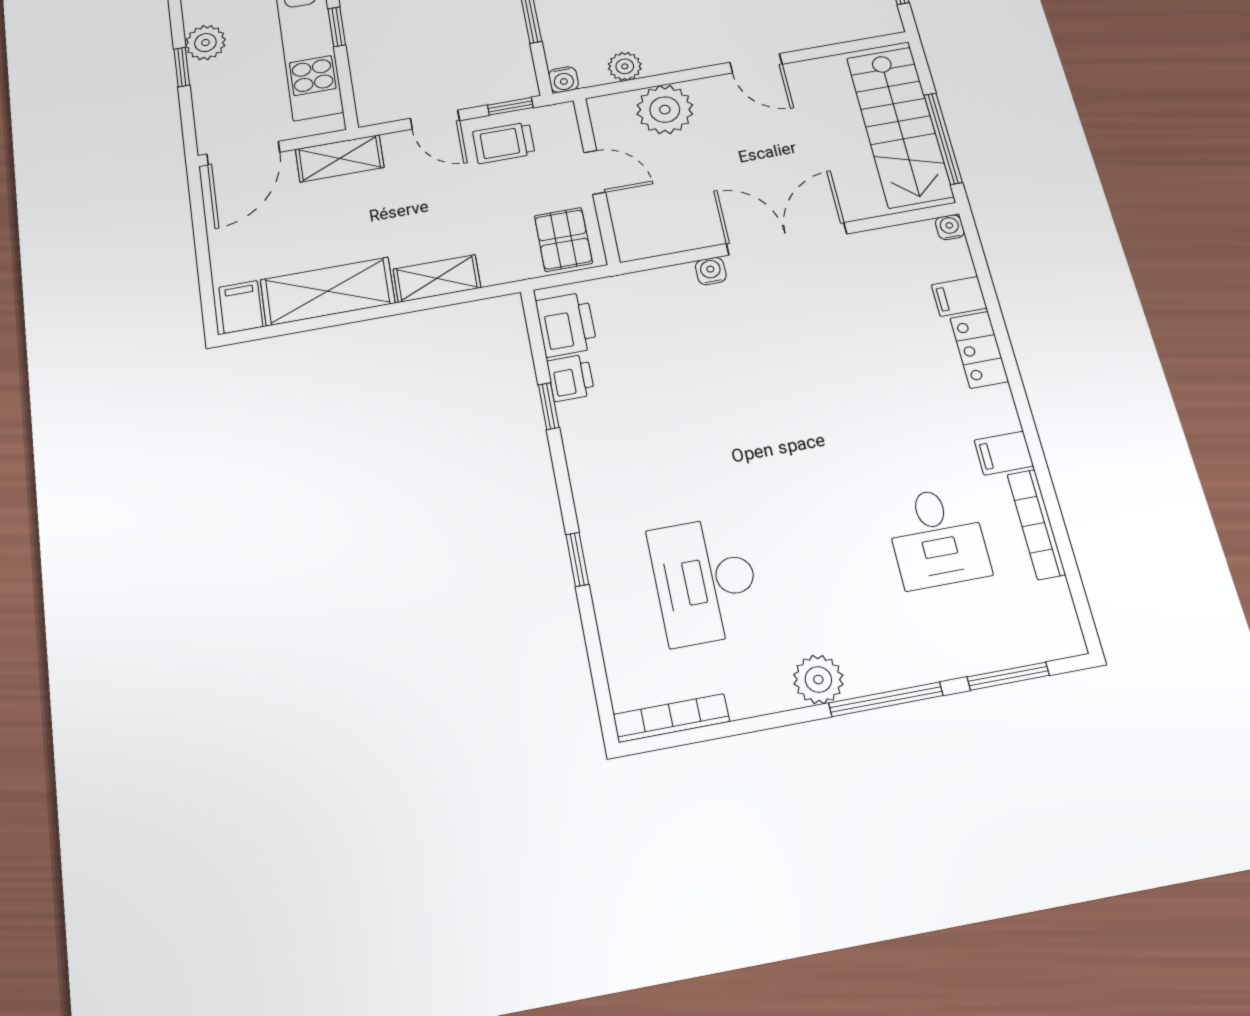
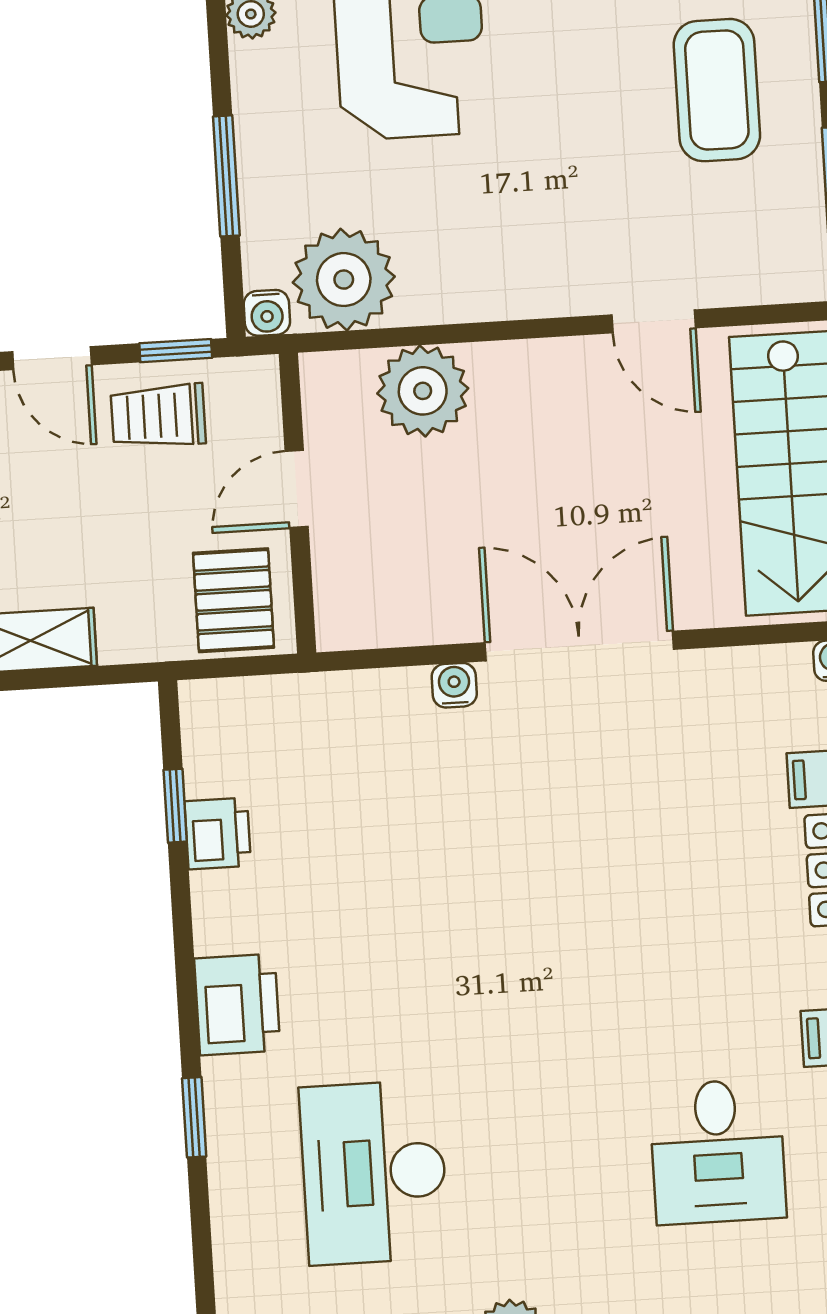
door: (756, 63) -> (654, 321), moved
plant: (625, 66) -> (344, 280), width x1.87, depth x1.87
door: (595, 172) -> (297, 489), swing flipped
printer: (566, 324) -> (237, 1005), moved
window: (549, 406) -> (175, 806), moved

